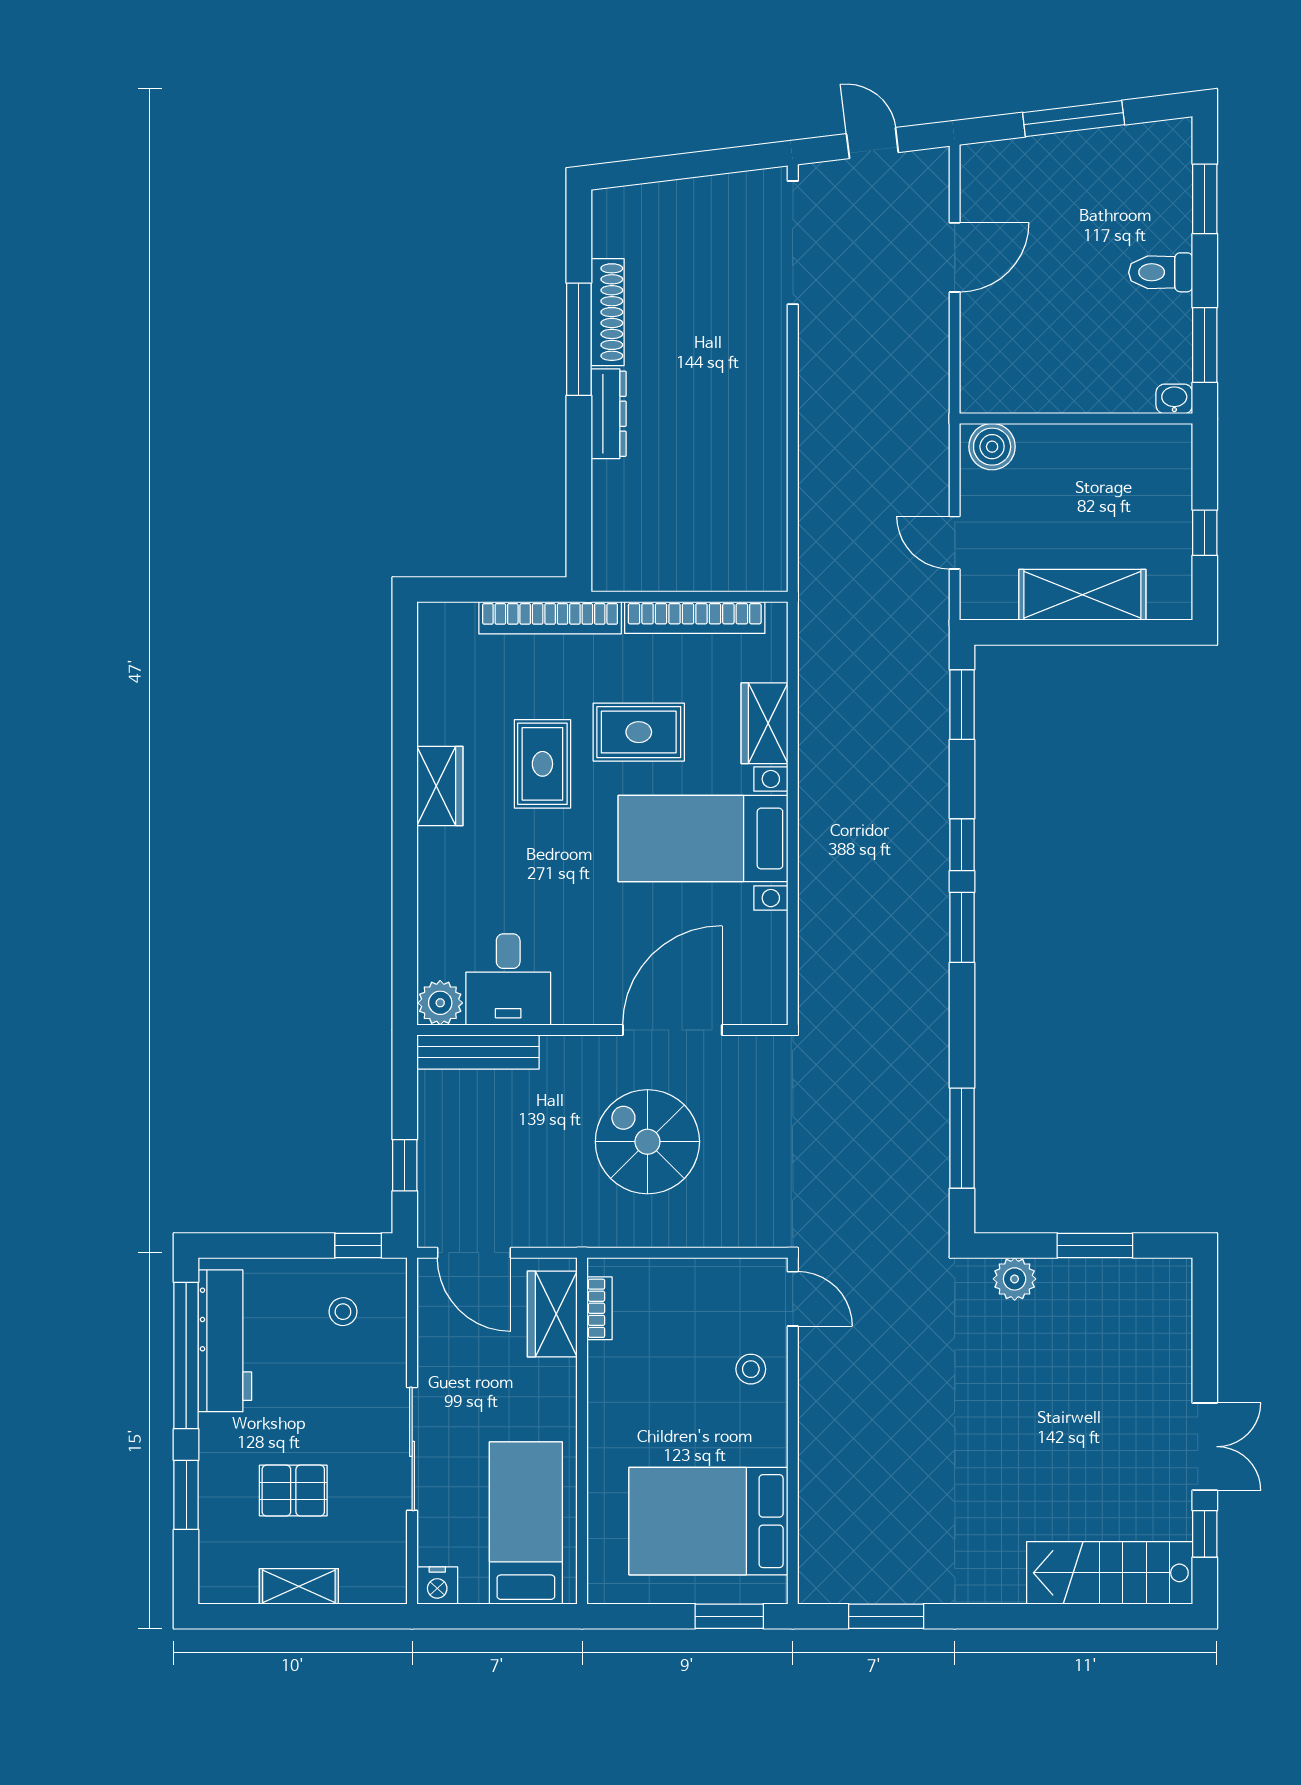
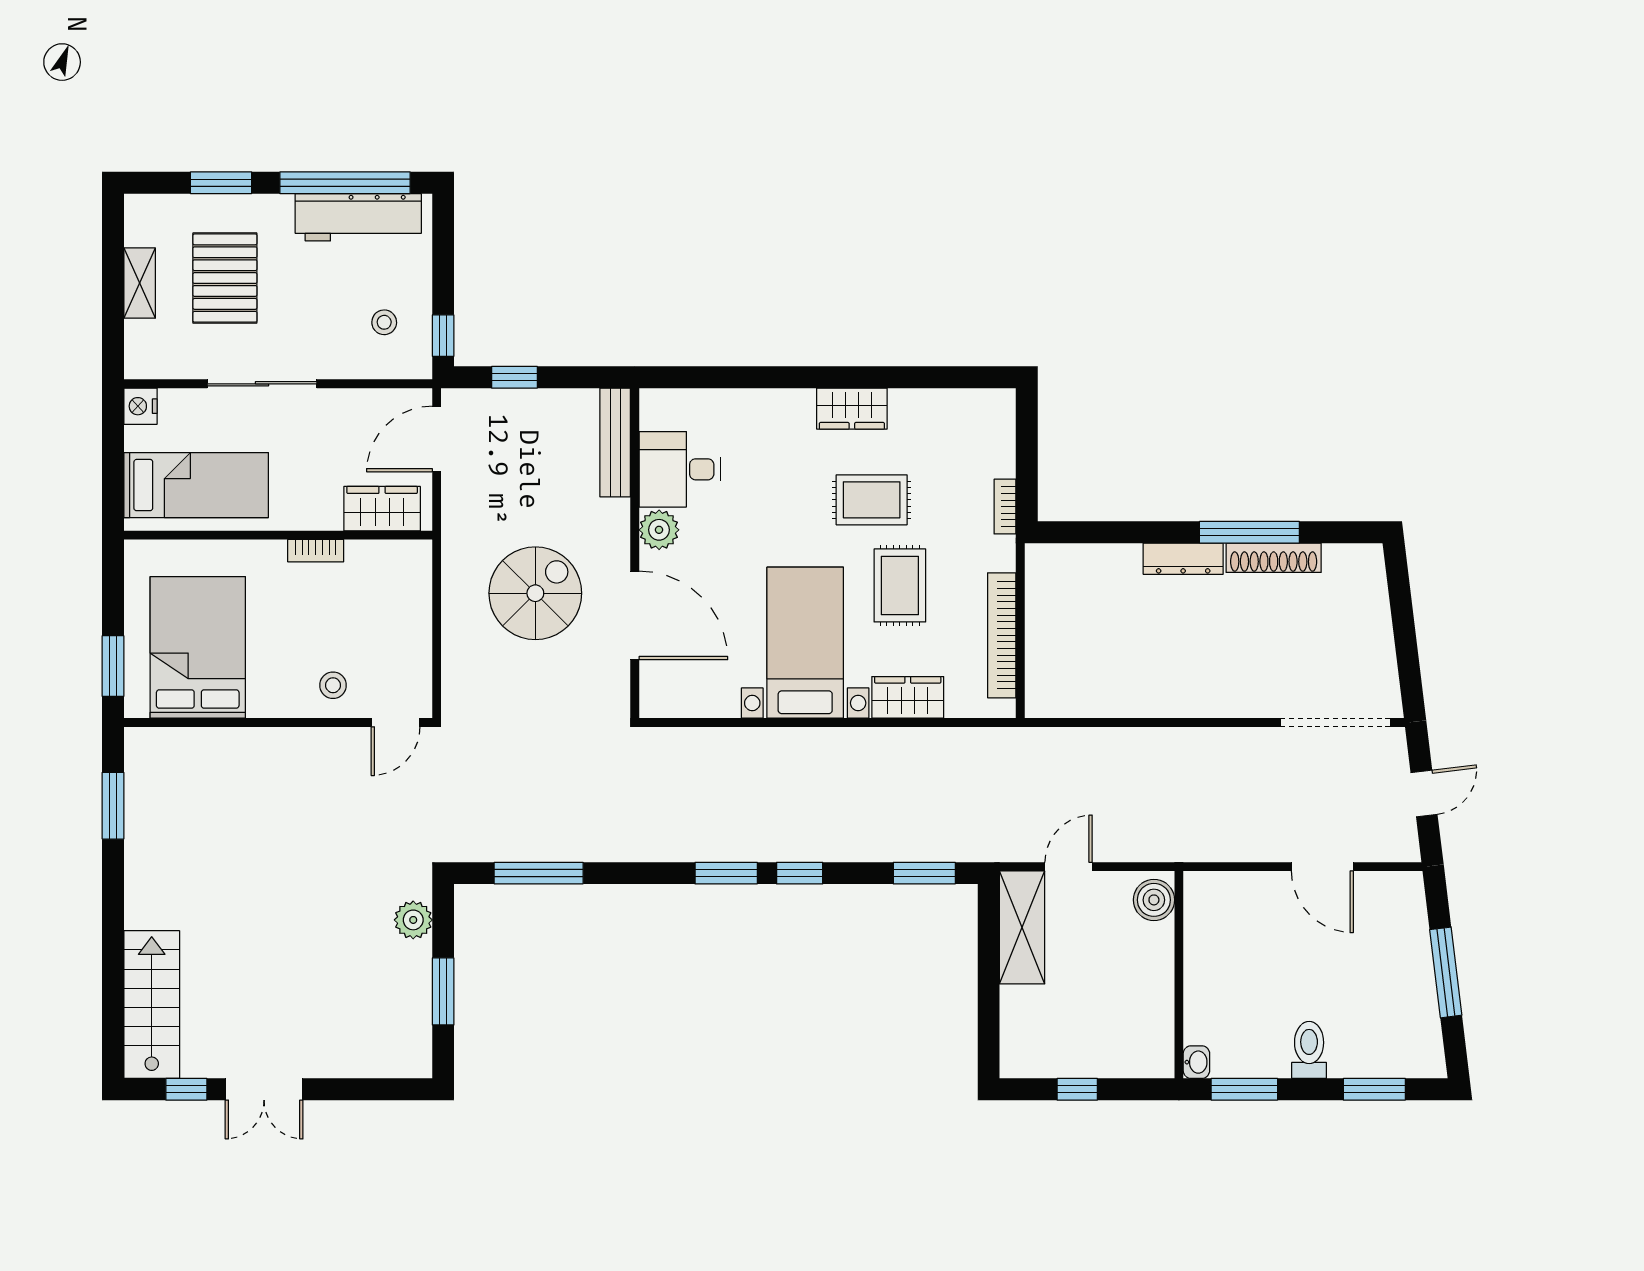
shelving: (1082, 595) -> (1022, 927), moved
bookcase: (550, 618) -> (1005, 507), width x0.43, depth x0.76
plant: (440, 1003) -> (659, 530), moved
bookcase: (600, 1308) -> (316, 551), moved
pallet: (293, 1491) -> (225, 278), width x1.50, depth x1.42

